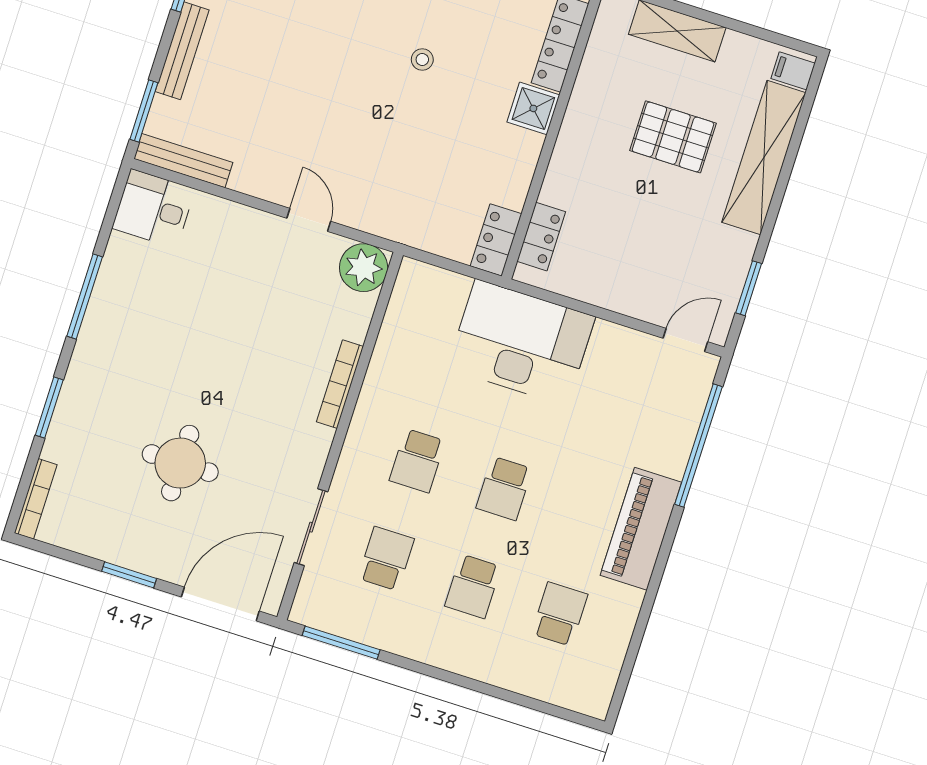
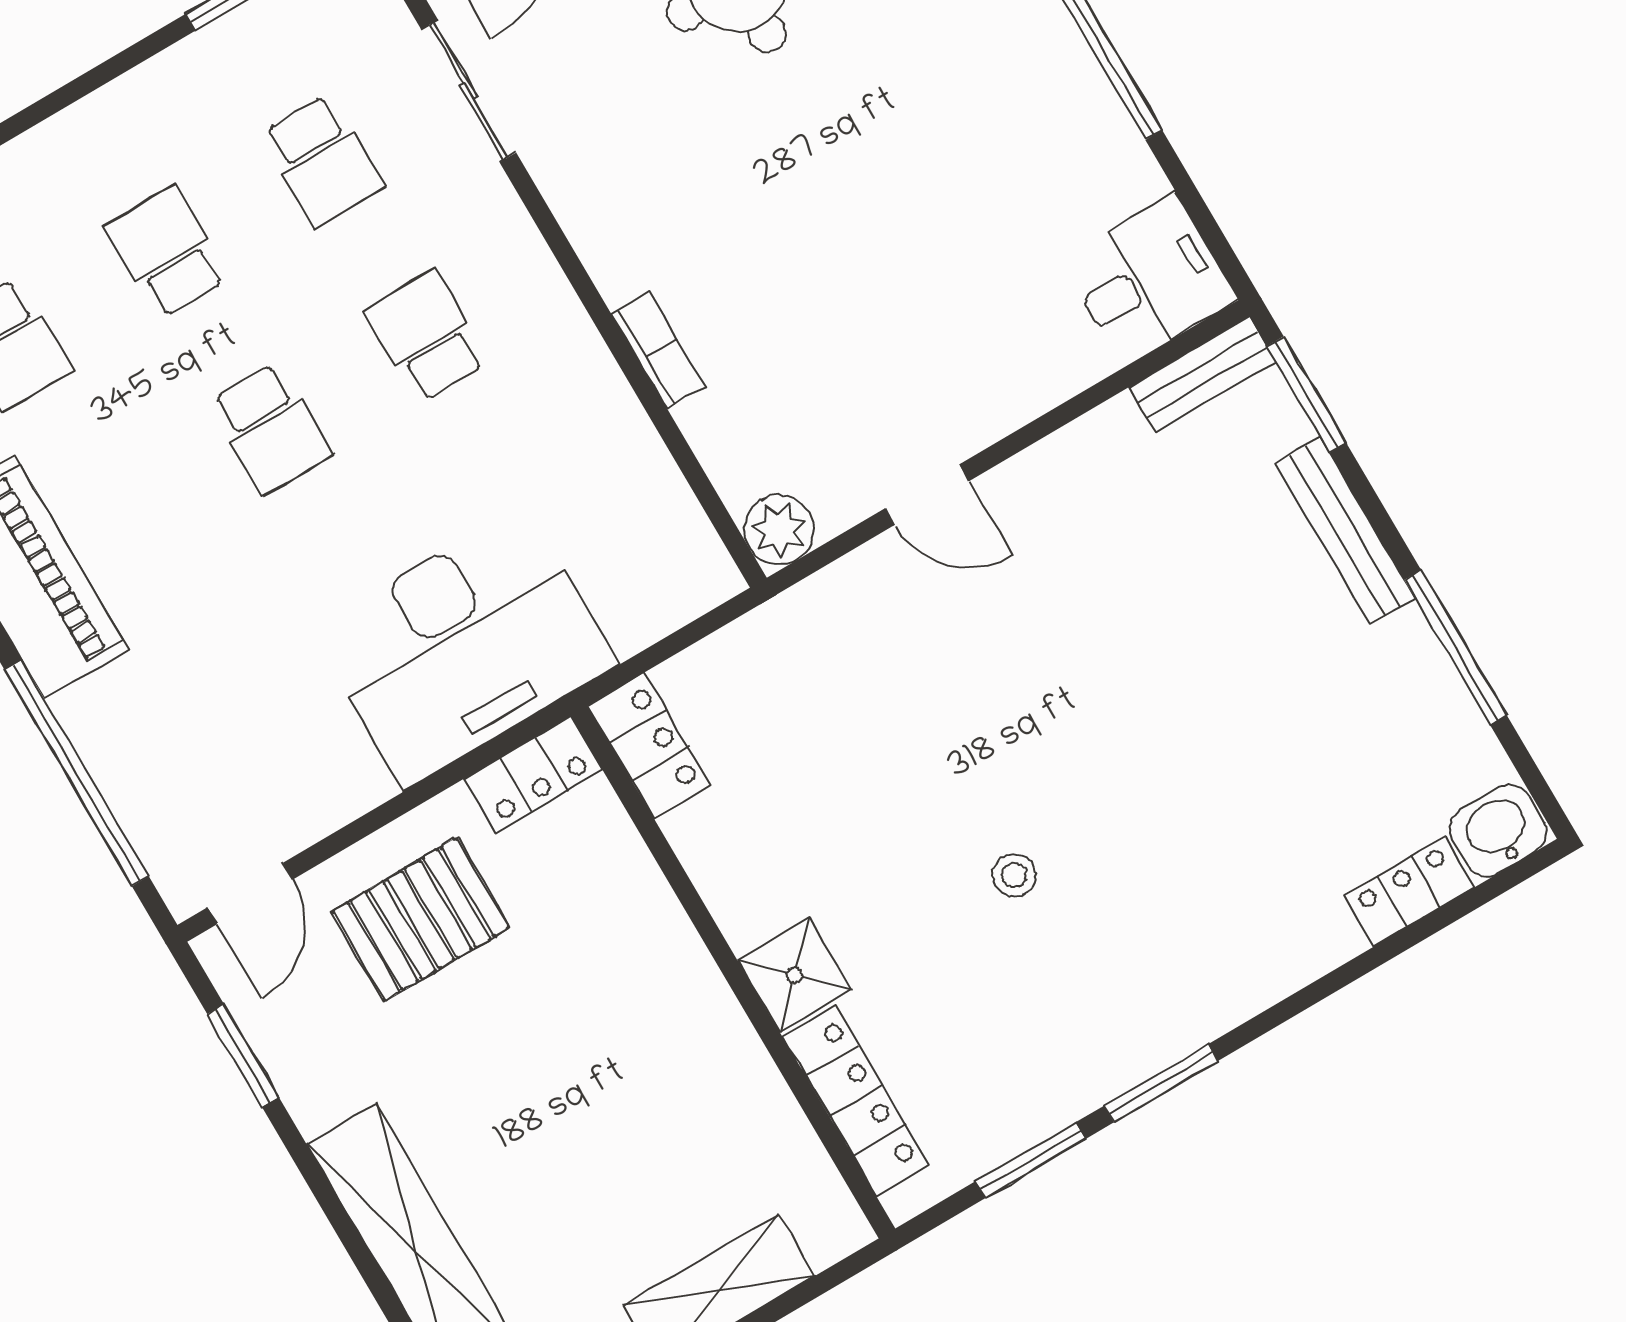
pallet: (673, 137) -> (420, 920), moved
bench: (183, 161) -> (1203, 374), width x0.73
locker: (541, 237) -> (533, 774), moved, turned -90
plant: (364, 268) -> (779, 530), width x0.73, depth x0.73
bookcase: (340, 384) -> (658, 350), width x0.64
school desk: (504, 488) -> (270, 428), turned 180

